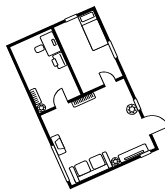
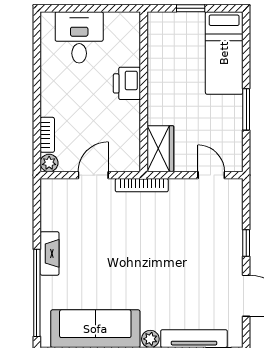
desk: (46, 46) -> (79, 37), moved, turned -90
wardrobe: (85, 81) -> (160, 149), added
plant: (132, 109) -> (231, 248), removed

